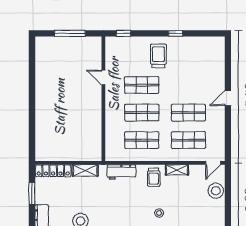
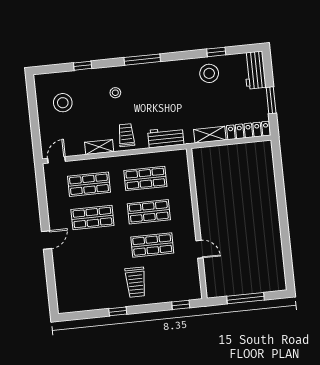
stool: (216, 191) -> (63, 103), moved

